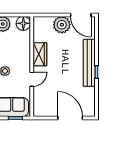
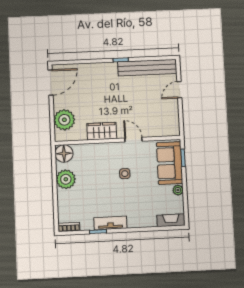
plant: (62, 25) -> (64, 120), moved
bench: (89, 63) -> (147, 68), moved
door: (70, 118) -> (179, 90), width x0.53

